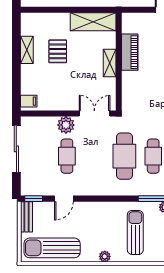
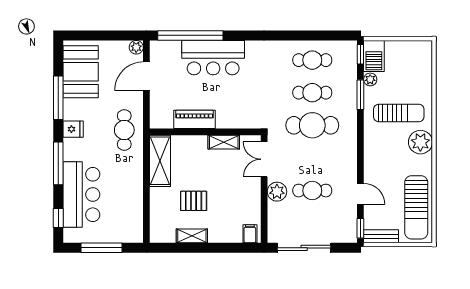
shelving: (110, 63) -> (224, 142), moved
sun lounger: (135, 232) -> (399, 113), turned 180
plant: (105, 256) -> (420, 142), width x1.88, depth x1.88

